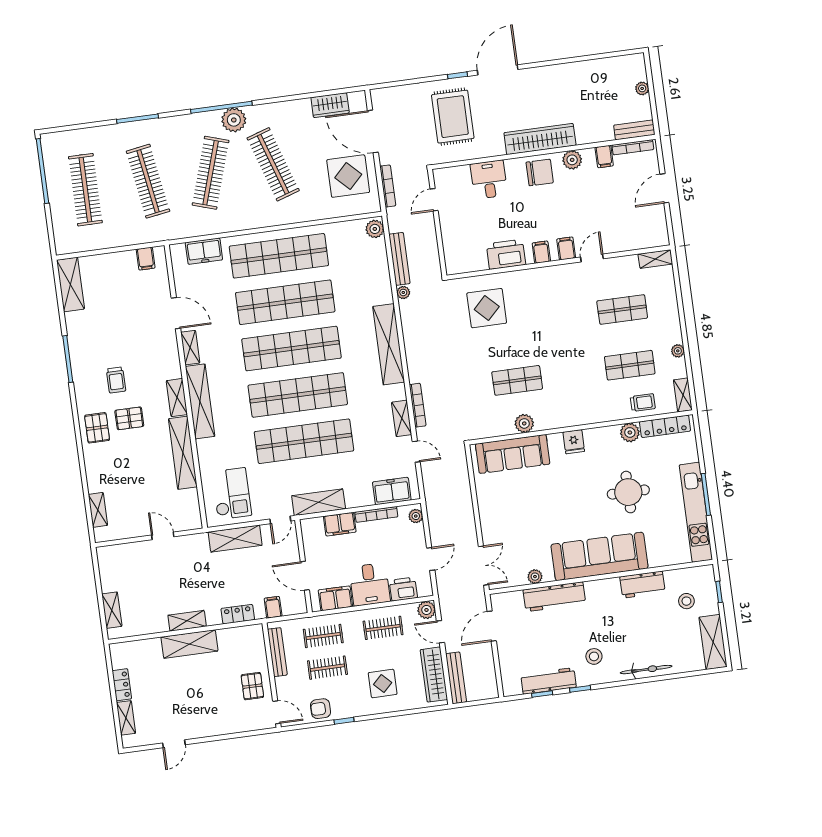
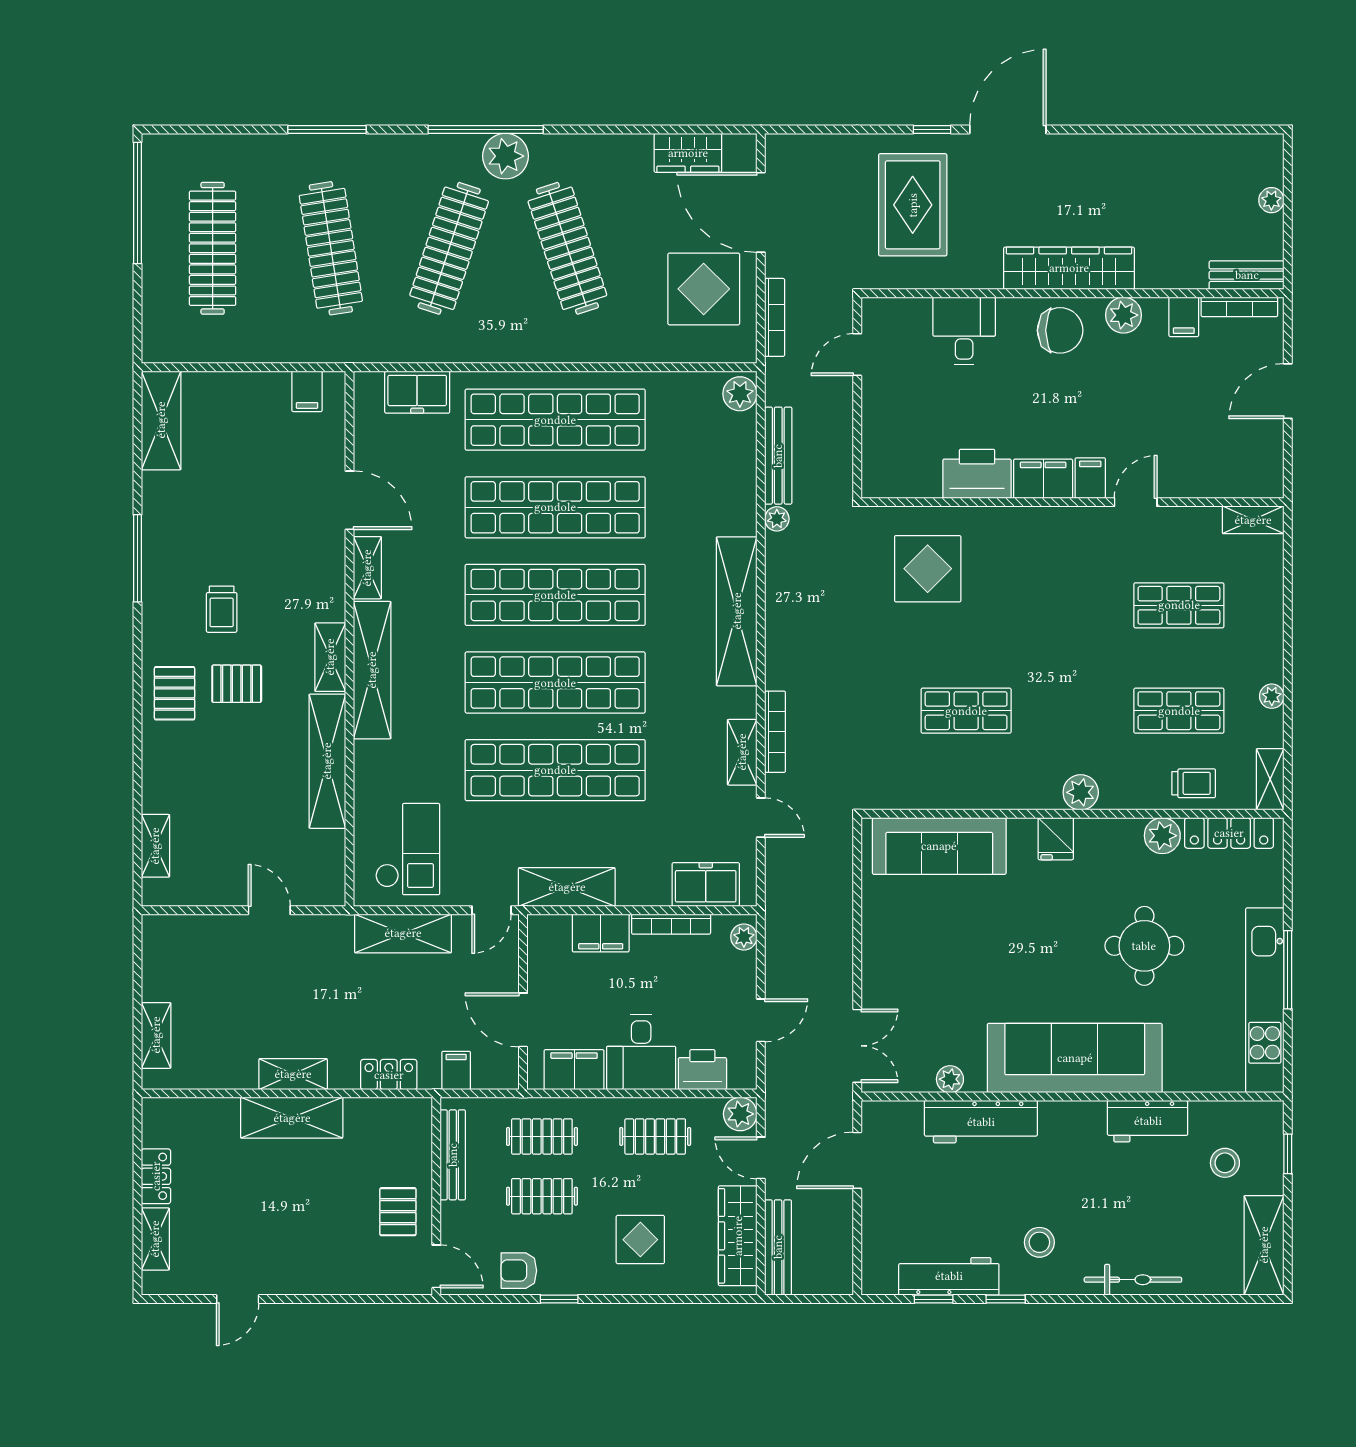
filing cabinet: (541, 252) -> (1043, 479), width x2.00
plant: (524, 423) -> (1081, 792), moved

